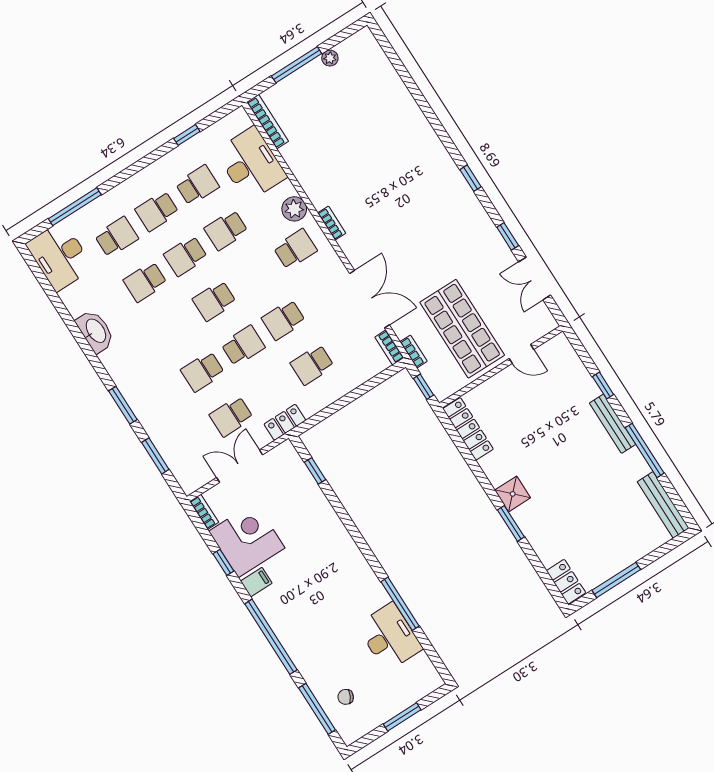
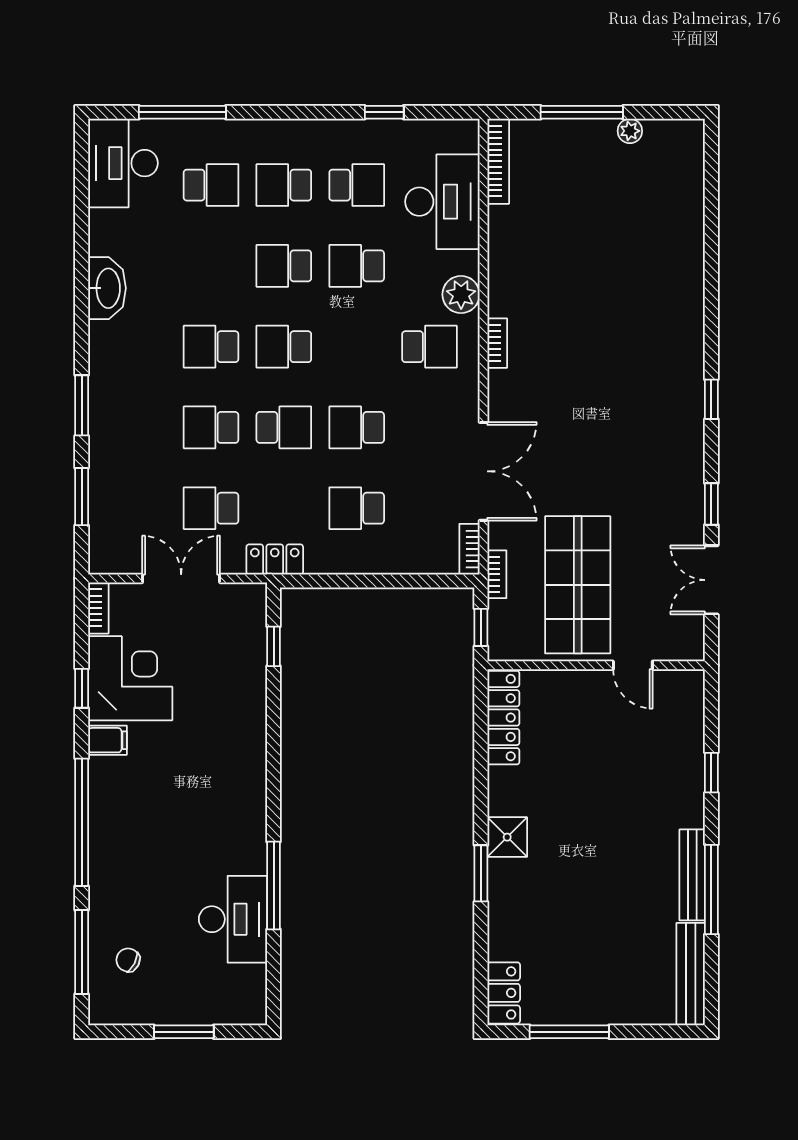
school desk: (145, 282) -> (211, 347), moved
bench: (613, 424) -> (692, 875), moved

